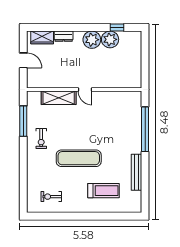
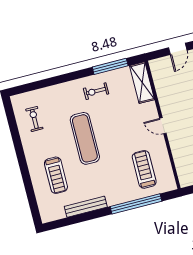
door: (85, 89) -> (163, 126), hinge flipped
shelving: (59, 98) -> (142, 83), moved
treadmill: (118, 115) -> (144, 169), added

